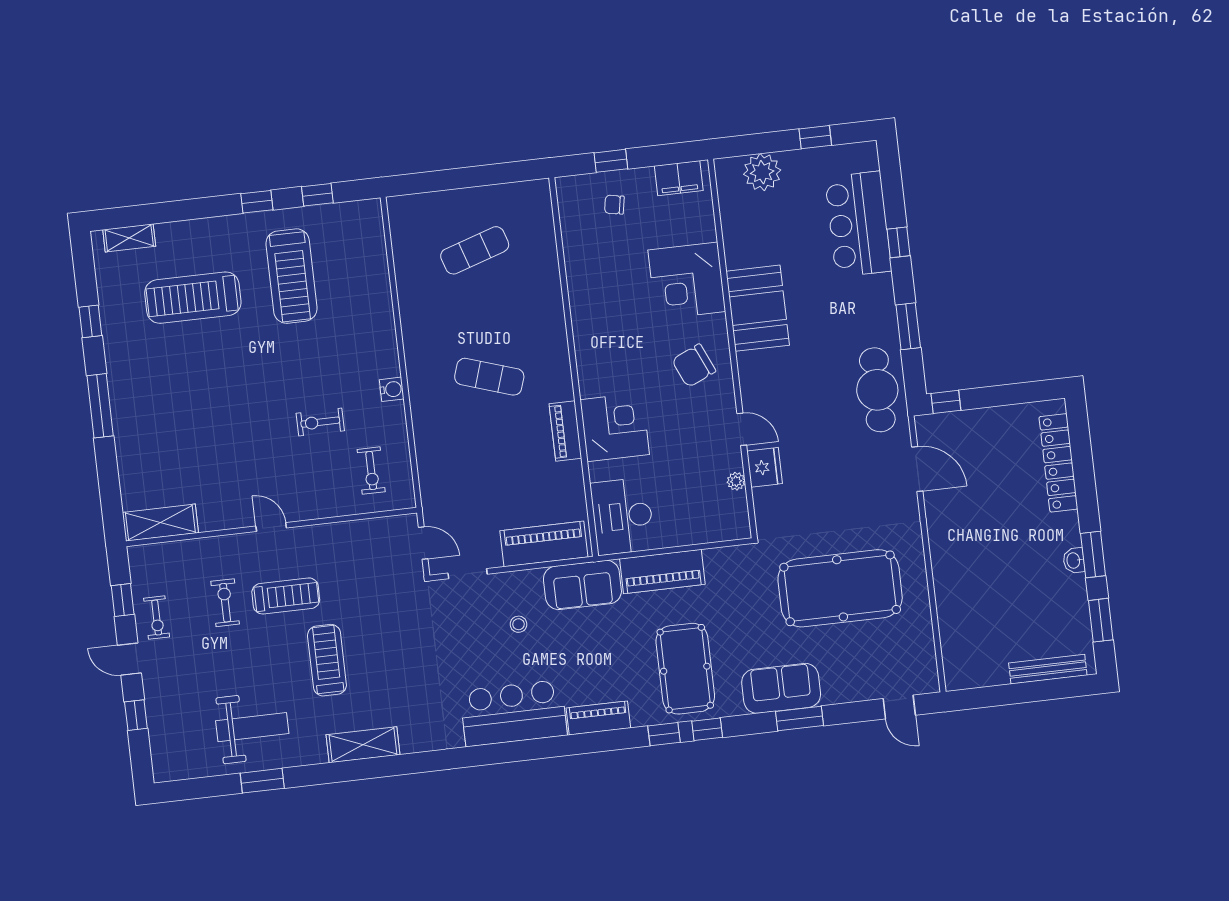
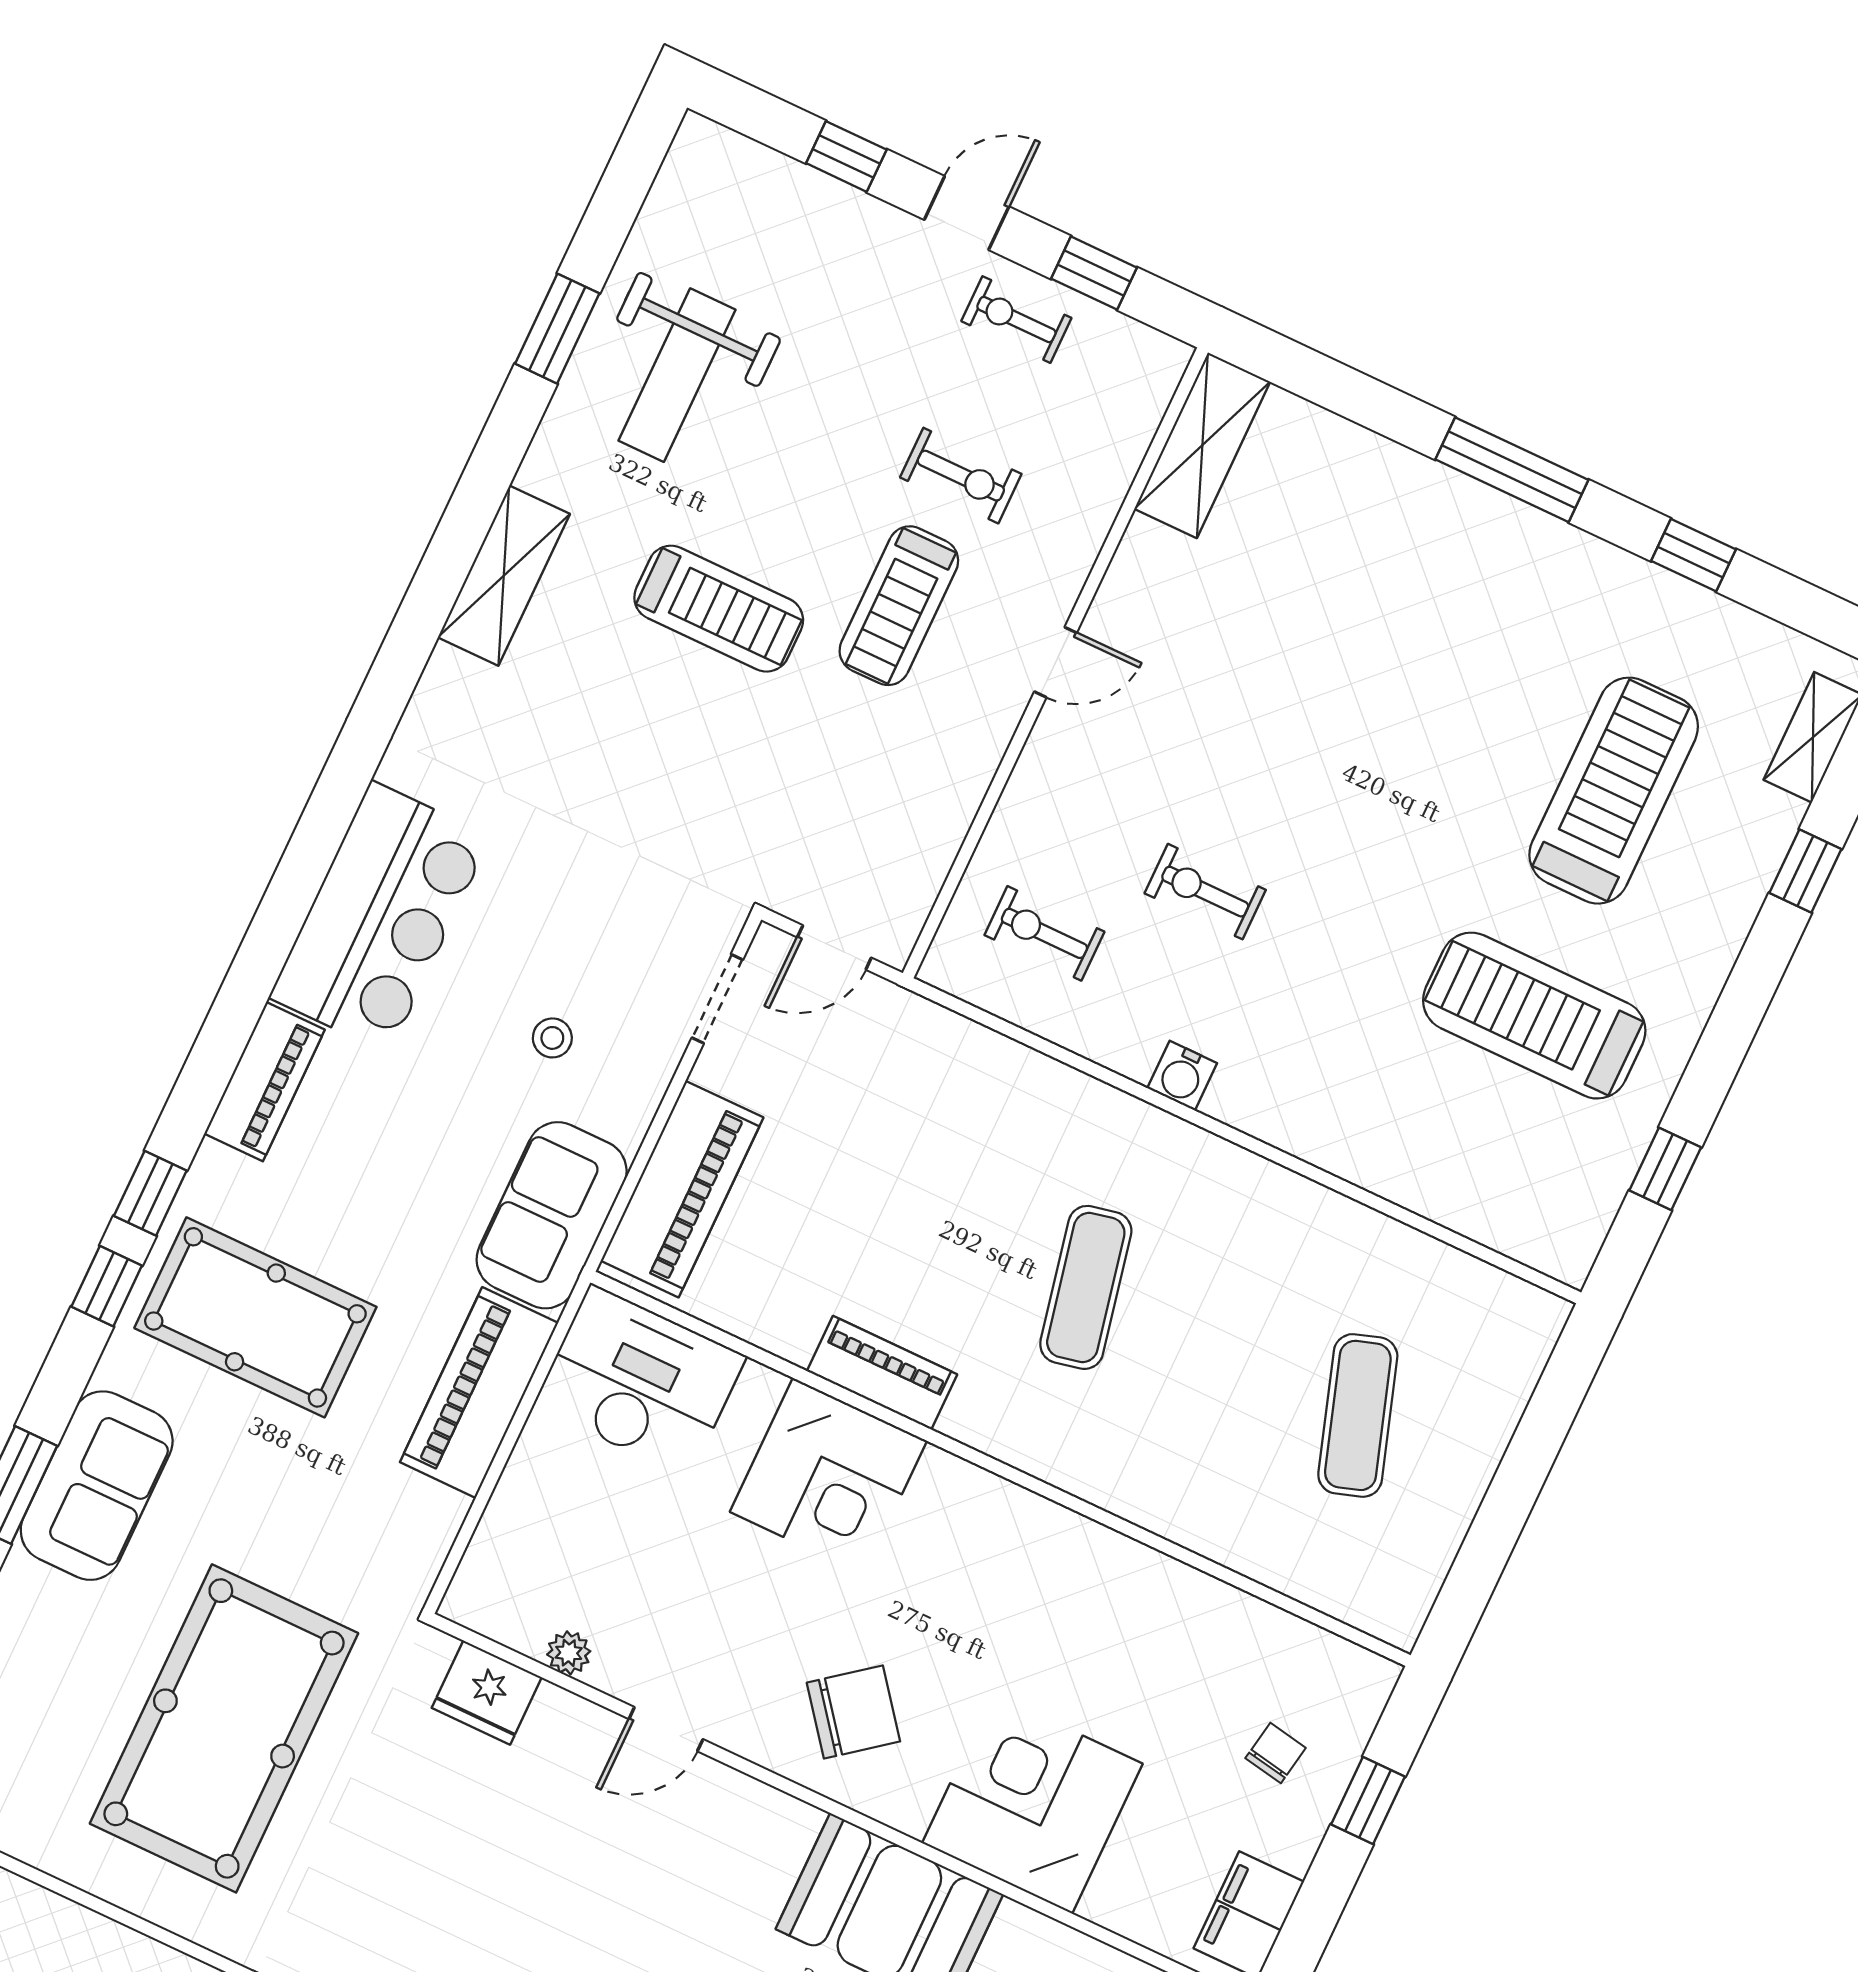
window: (257, 202) -> (1805, 871), moved
chair: (694, 366) -> (853, 1712), turned 76
exercise mat: (489, 377) -> (1086, 1287), turned -30
exercise bike: (320, 422) -> (1205, 892), turned -90
fridge: (765, 467) -> (487, 1693), moved

